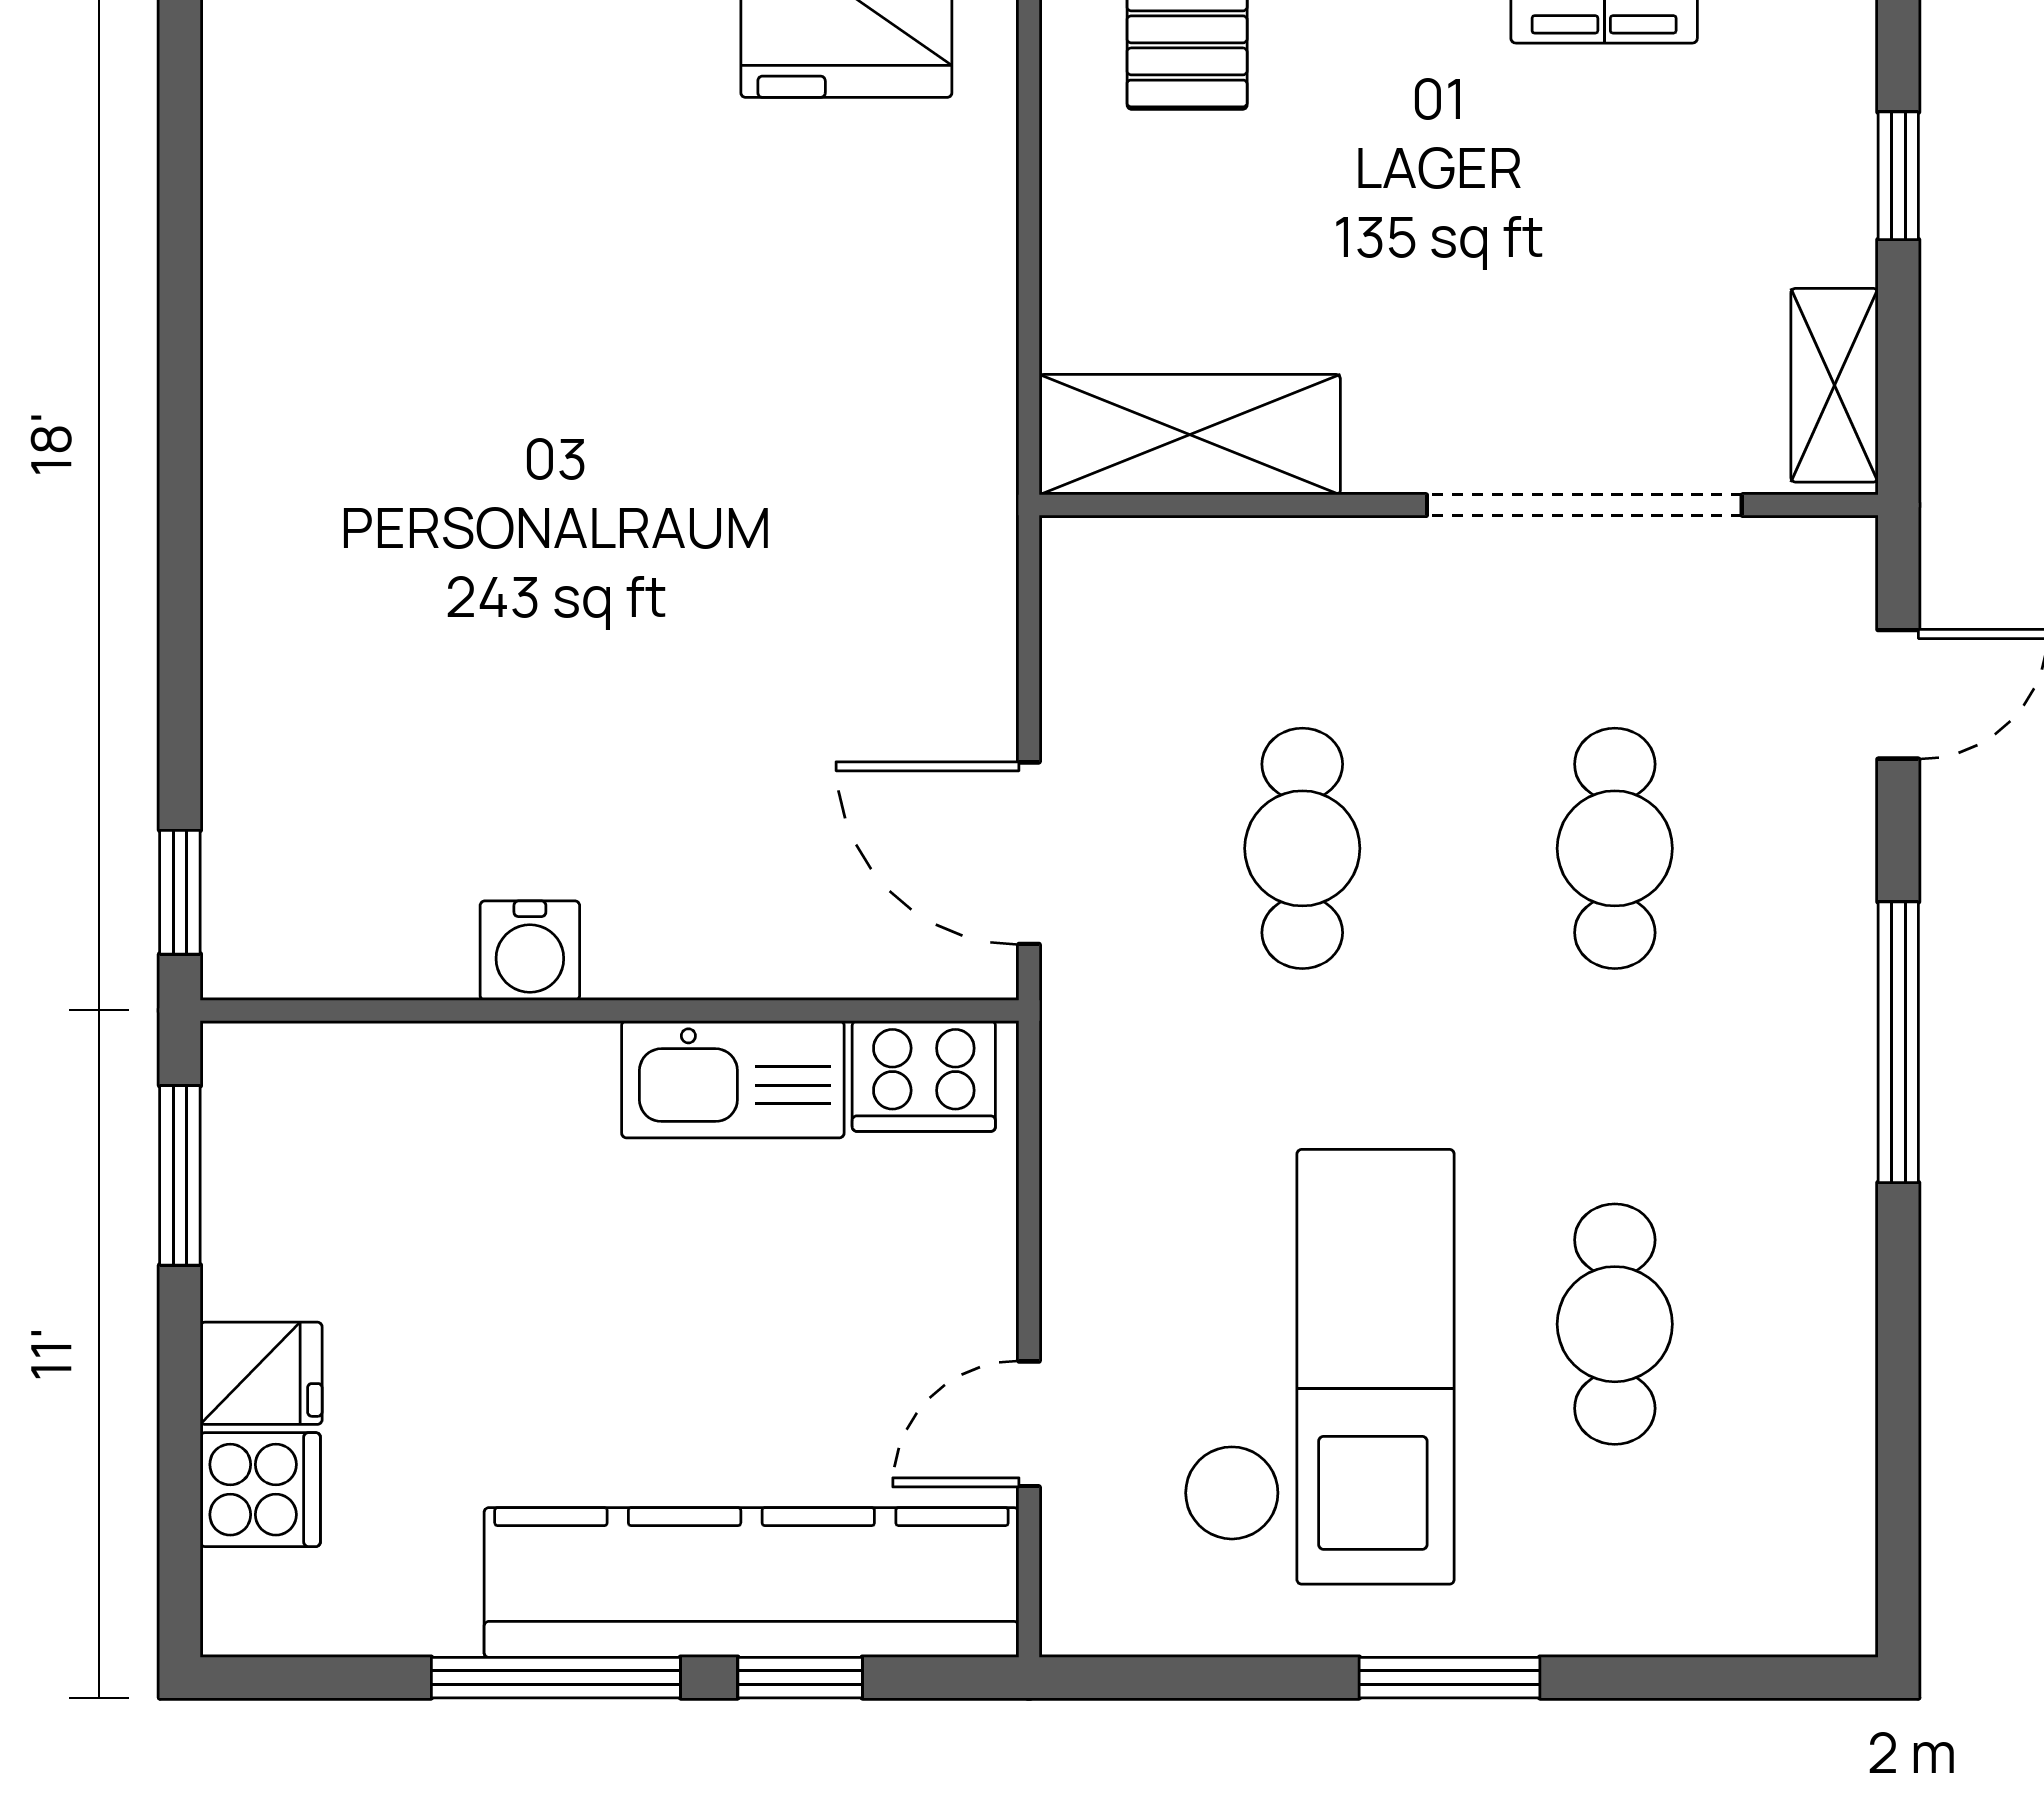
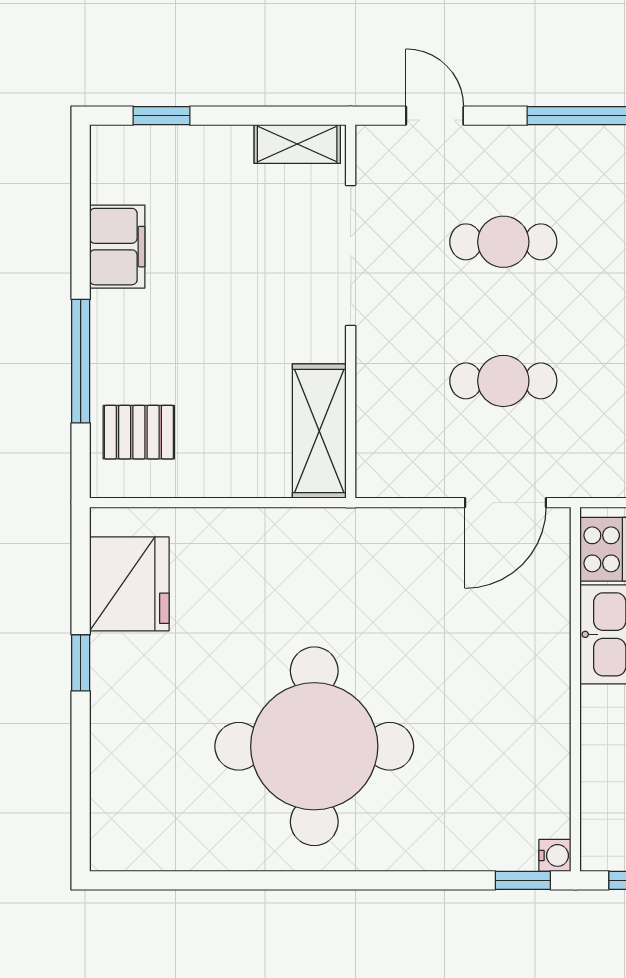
window: (1898, 176) -> (162, 116), moved
round table: (481, 424) -> (314, 746), added
water cooler: (530, 951) -> (555, 855), moved, width x0.72, depth x0.72

